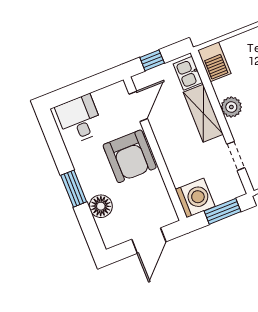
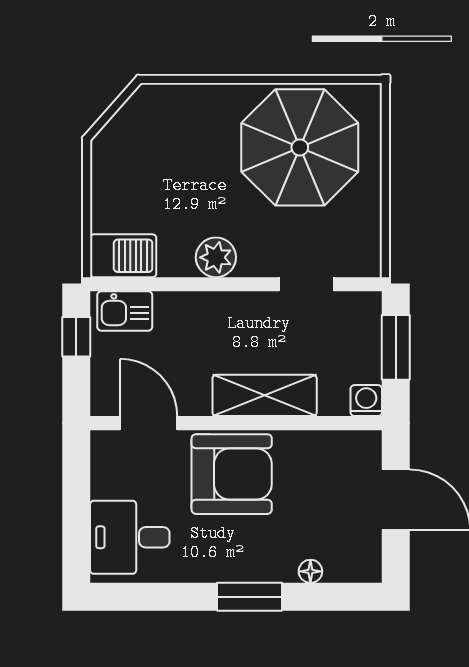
window: (152, 60) -> (76, 337), moved
shelving: (203, 113) -> (265, 395), moved
washing machine: (195, 198) -> (366, 401), width x0.53, depth x0.53
floor lamp: (101, 206) -> (310, 571), width x0.53, depth x0.53

